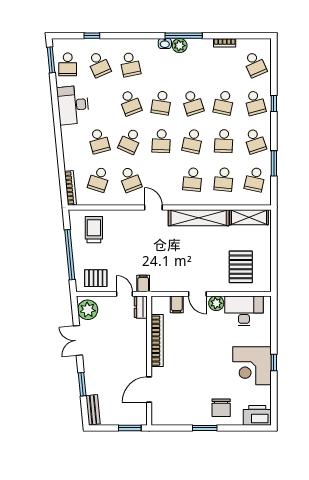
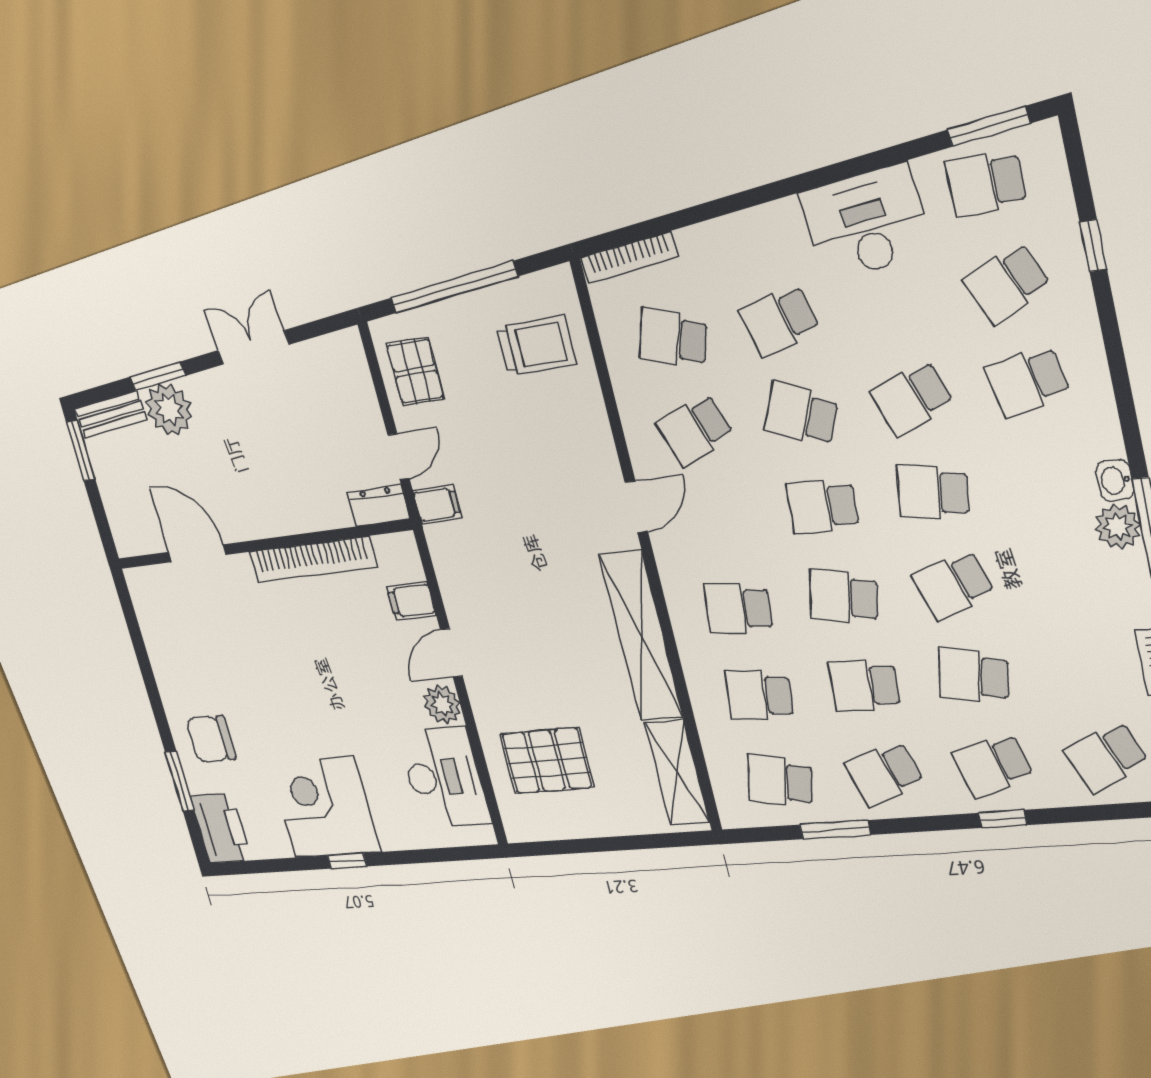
plant: (88, 310) -> (169, 409), moved
window: (130, 428) -> (81, 451), moved
window: (205, 428) -> (180, 781), moved

